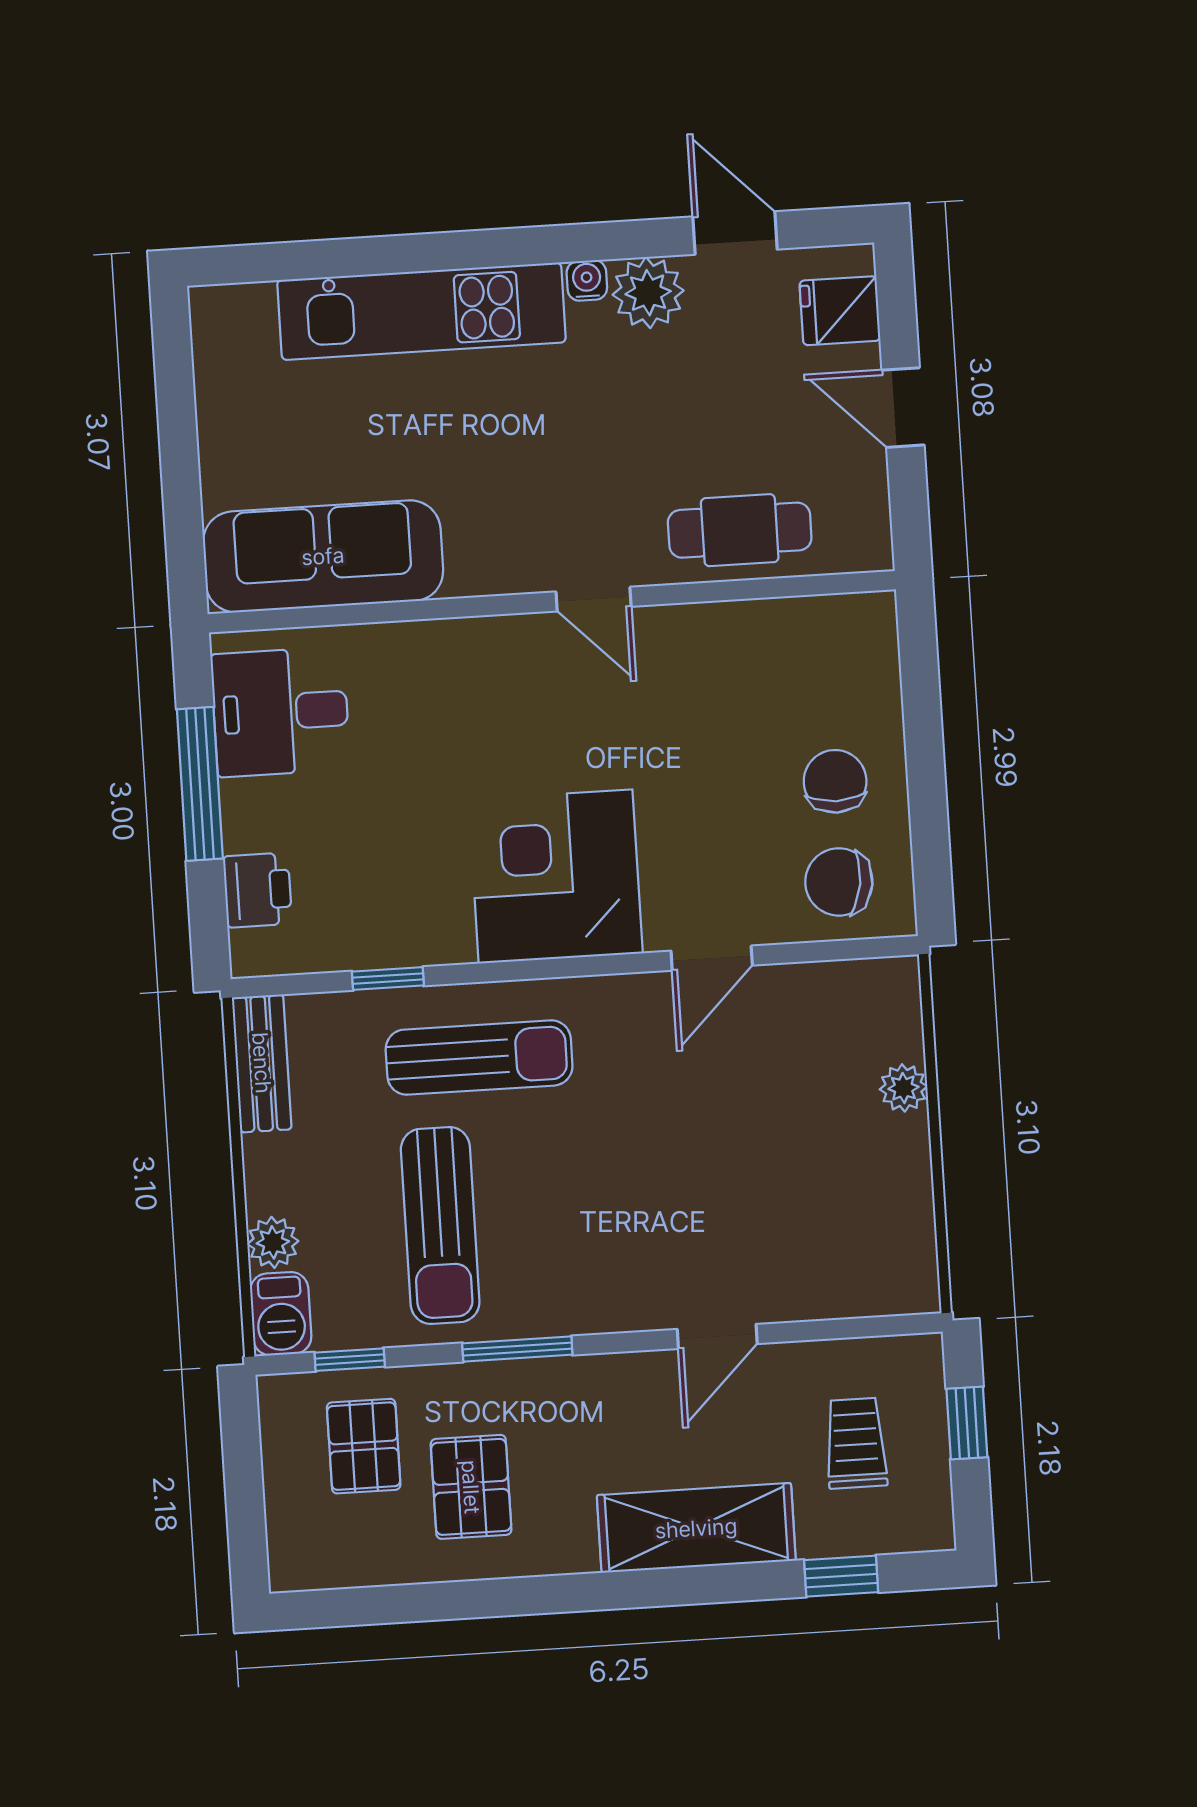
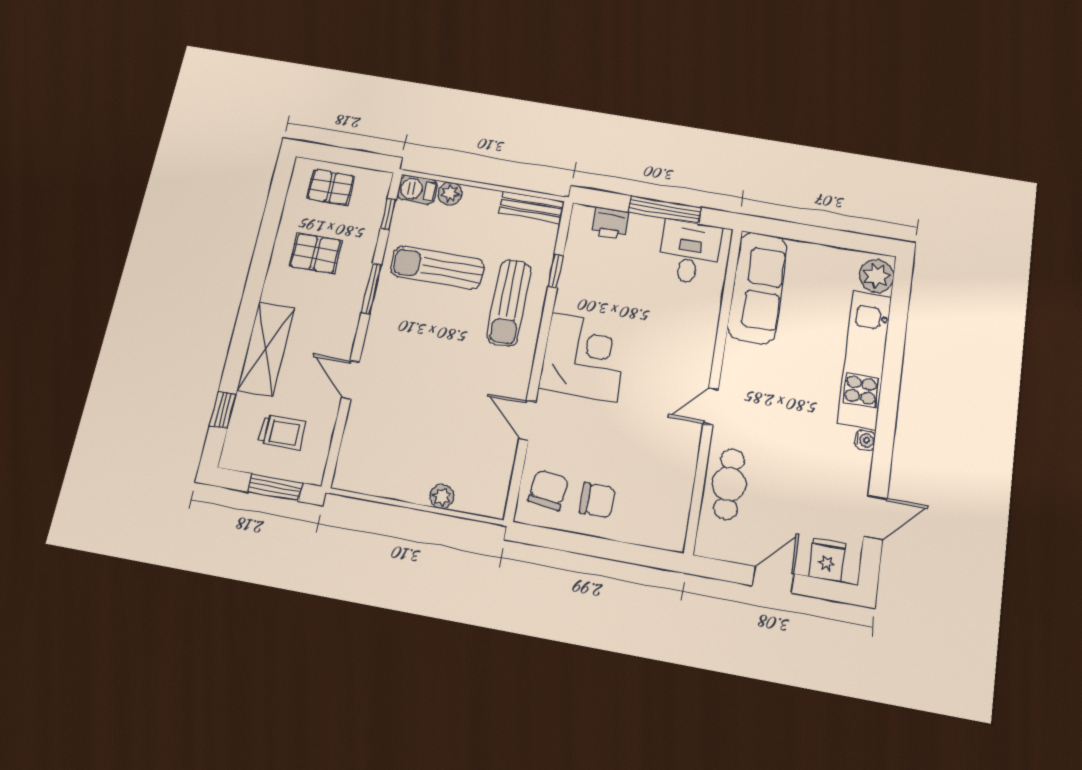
plant: (648, 293) -> (877, 276), moved
window: (967, 1423) -> (275, 487), width x1.50
pallet: (364, 1446) -> (331, 187), moved

